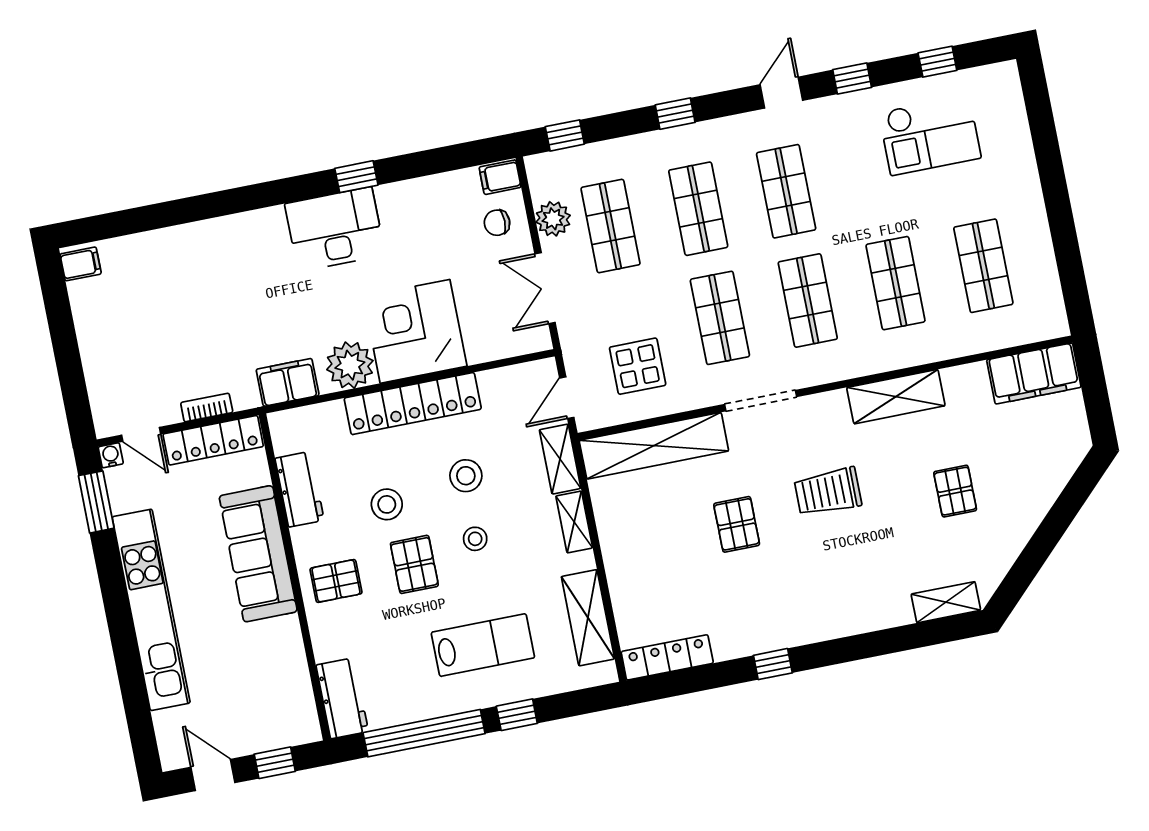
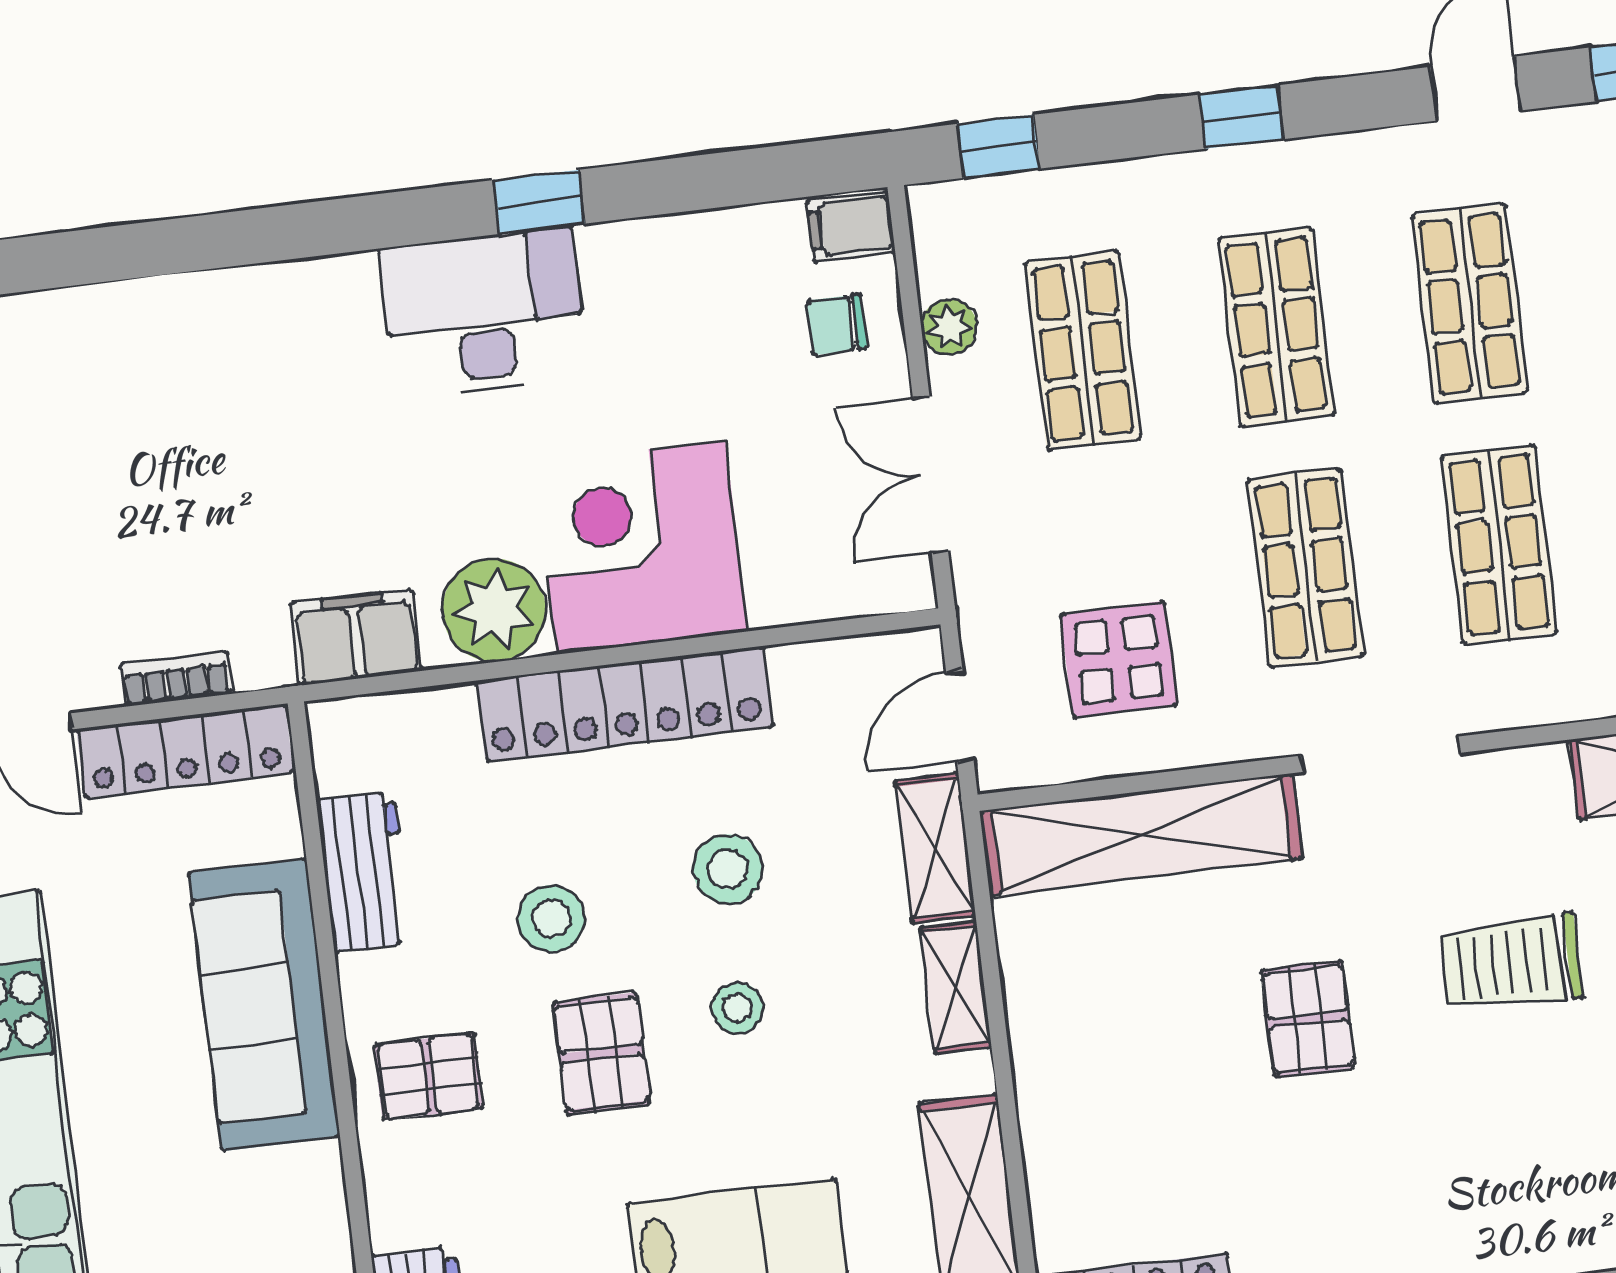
plant: (553, 219) -> (949, 327), width x0.73, depth x0.73

